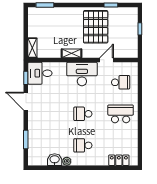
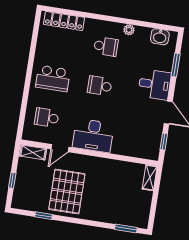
shelving: (72, 53) -> (33, 152), moved
desk: (40, 73) -> (155, 84), moved
school desk: (83, 114) -> (100, 86), turned 180
washbasin: (55, 160) -> (160, 37), moved
locker: (119, 160) -> (64, 21), width x1.53

